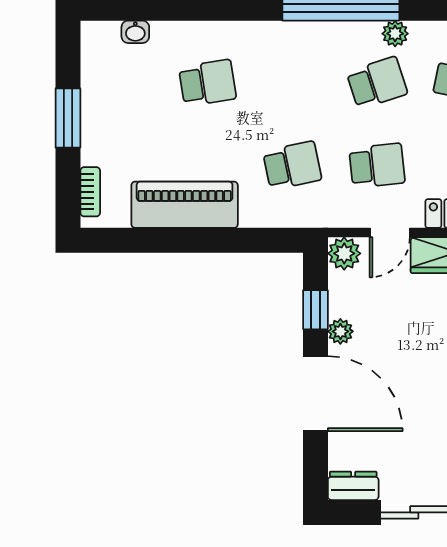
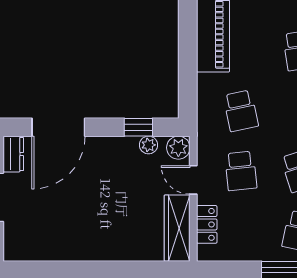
plant: (340, 331) -> (149, 145), moved
door: (315, 394) -> (58, 127), moved

